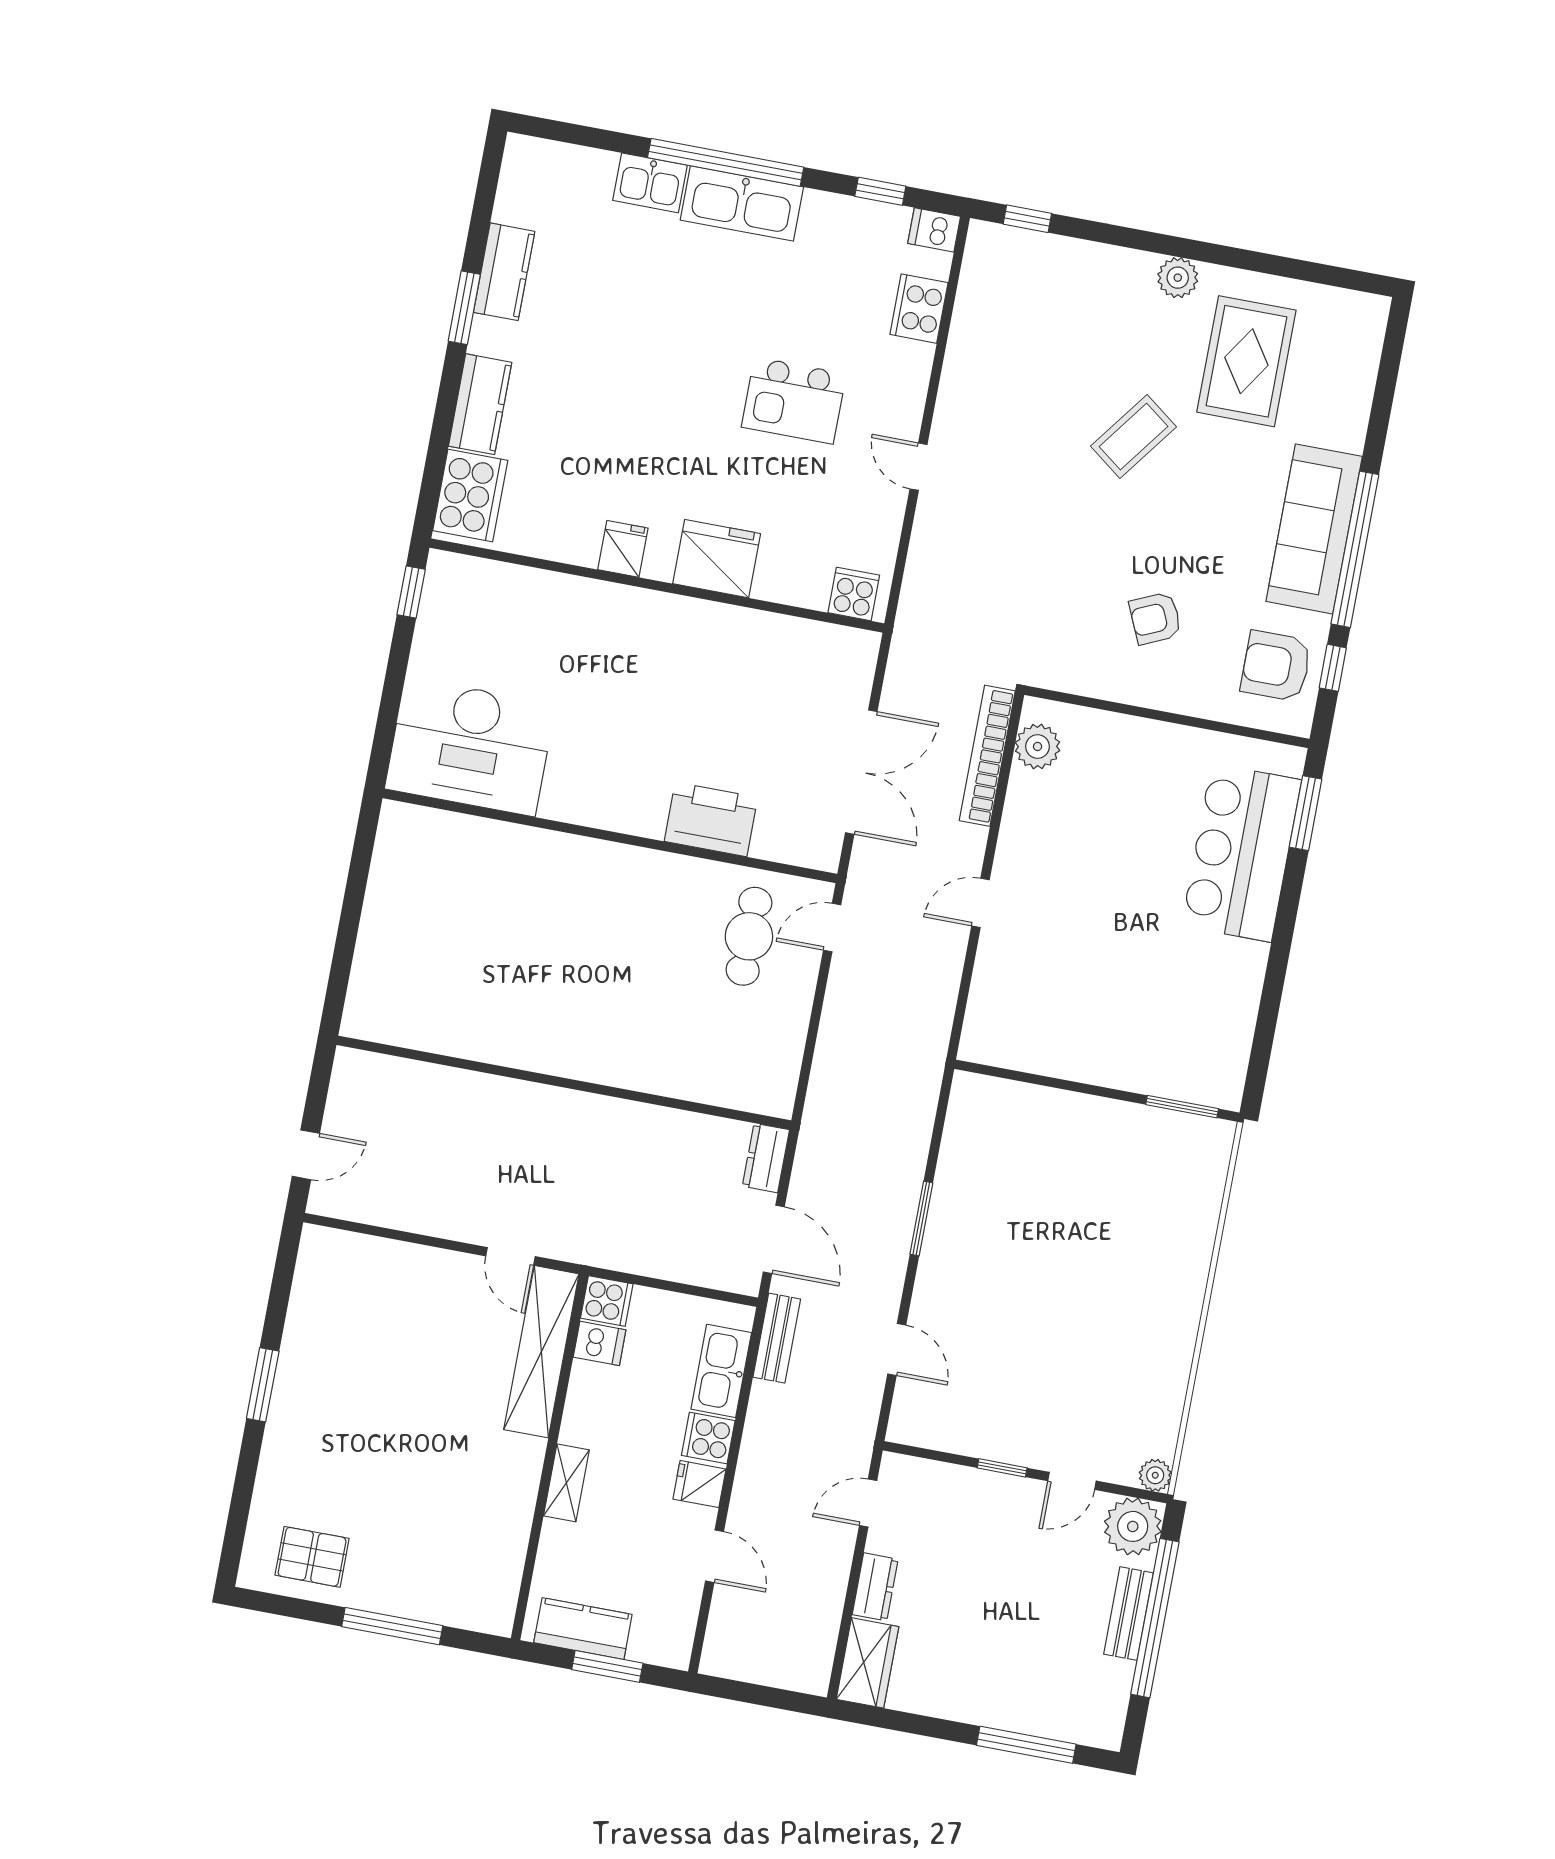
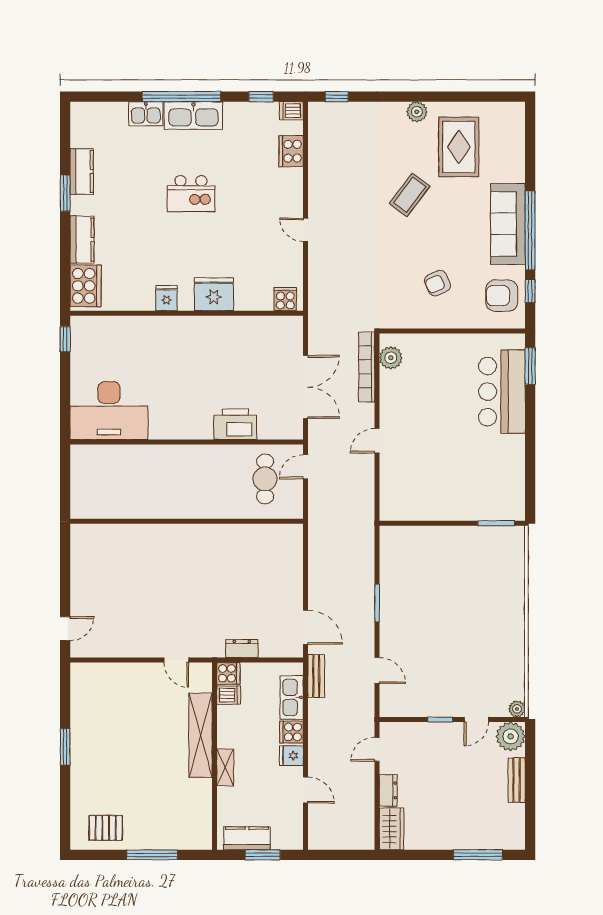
kitchen island: (794, 401) -> (191, 194), moved
wall: (564, 1083) -> (187, 521), moved
dresser: (766, 1158) -> (242, 649), moved, turned 90
shelving: (541, 1352) -> (201, 735), moved
window: (1155, 1618) -> (530, 780), removed

